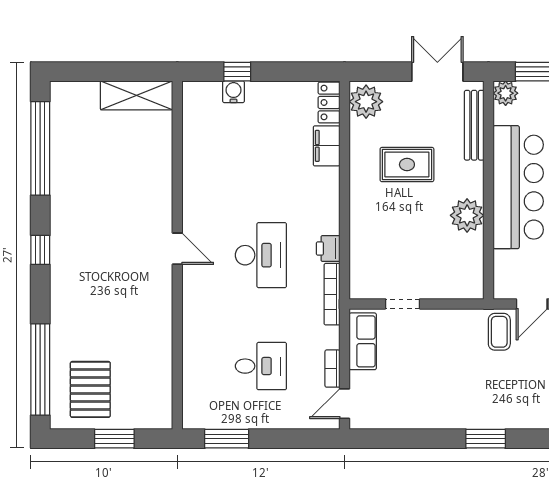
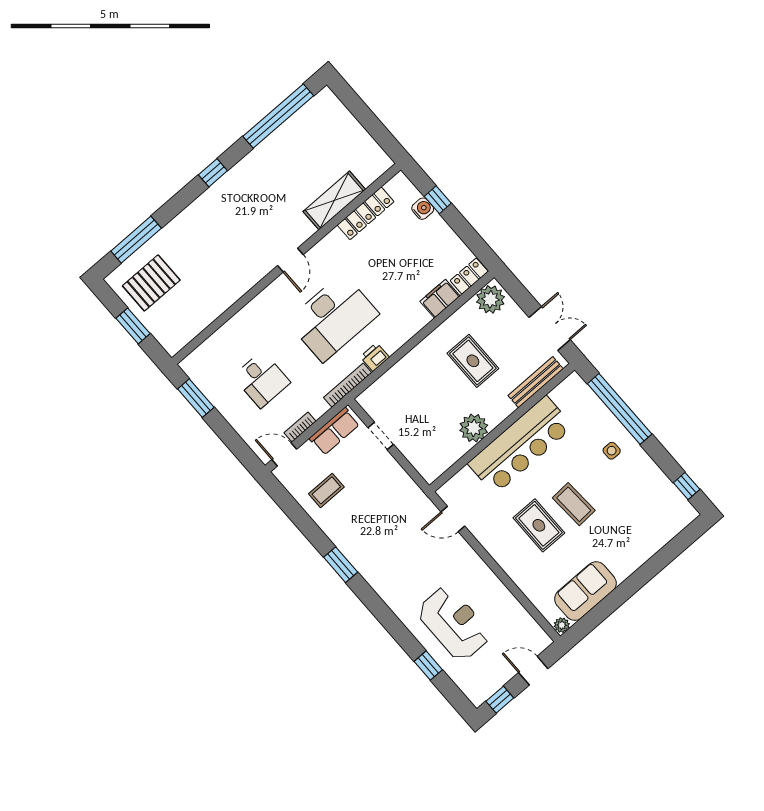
plant: (506, 93) -> (574, 384), removed
shelving: (136, 95) -> (334, 200), moved, turned 90
locker: (194, 146) -> (366, 213), added
desk: (261, 255) -> (333, 318), width x1.36, depth x1.30
coffee table: (499, 332) -> (326, 490), moved
window: (40, 369) -> (136, 240), width x0.68

